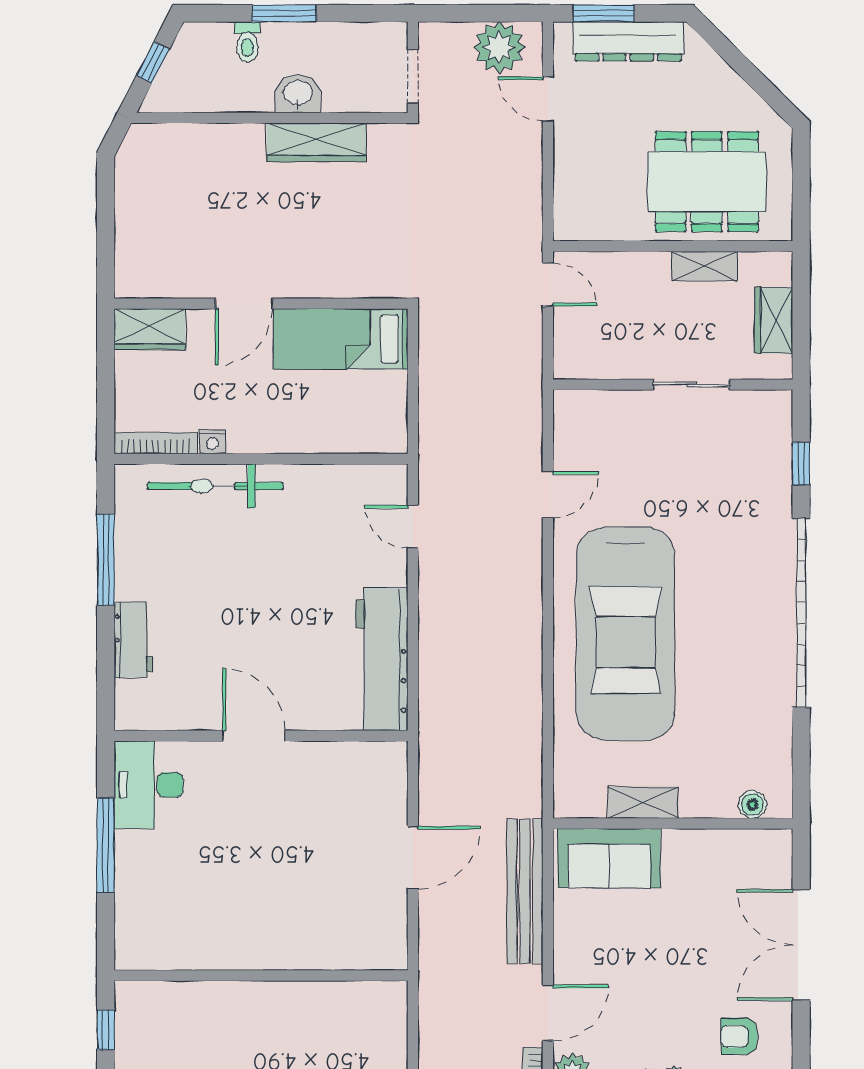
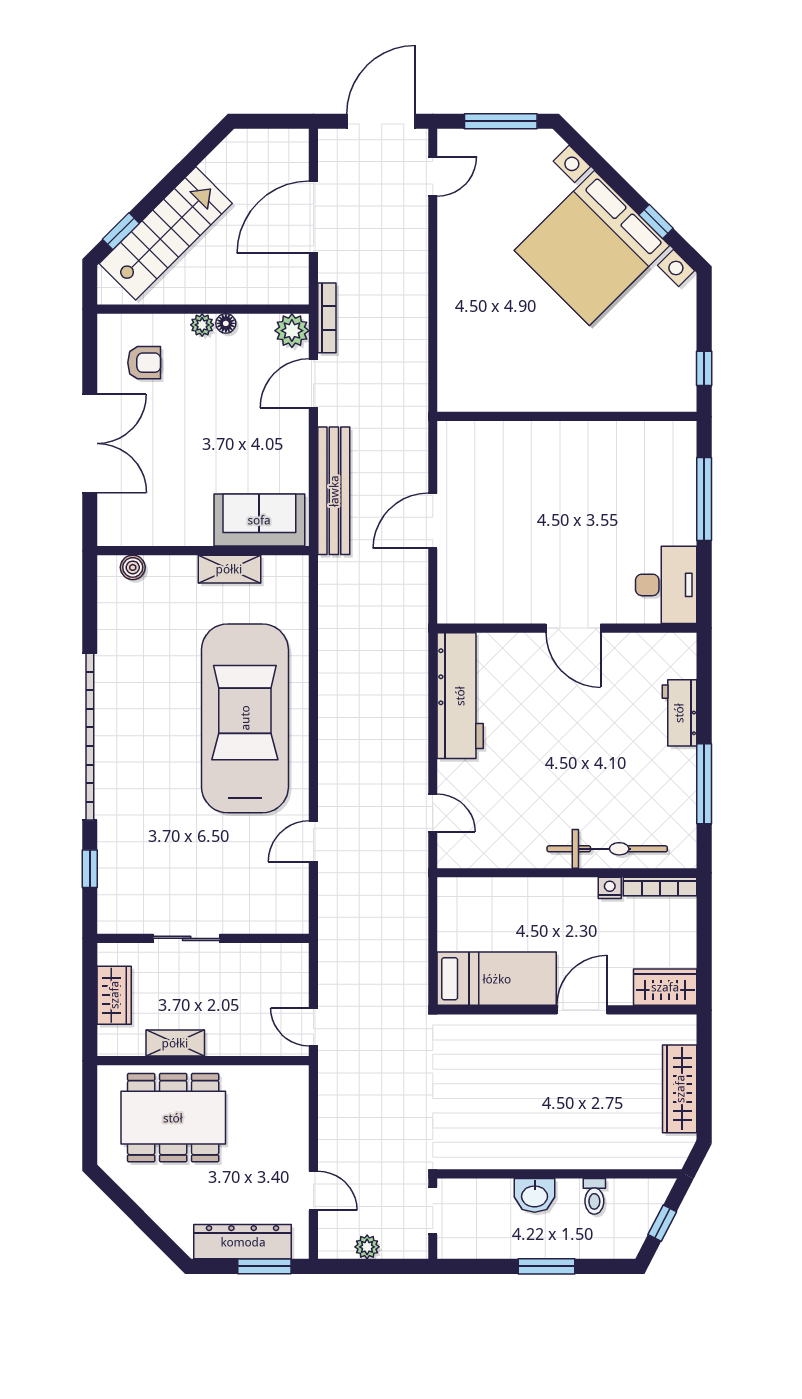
toilet: (247, 42) -> (594, 1196), moved, turned 180
plant: (499, 47) -> (367, 1247), width x0.53, depth x0.53
wardrobe: (316, 142) -> (680, 1089), moved, turned -90
window: (106, 845) -> (704, 499), moved

